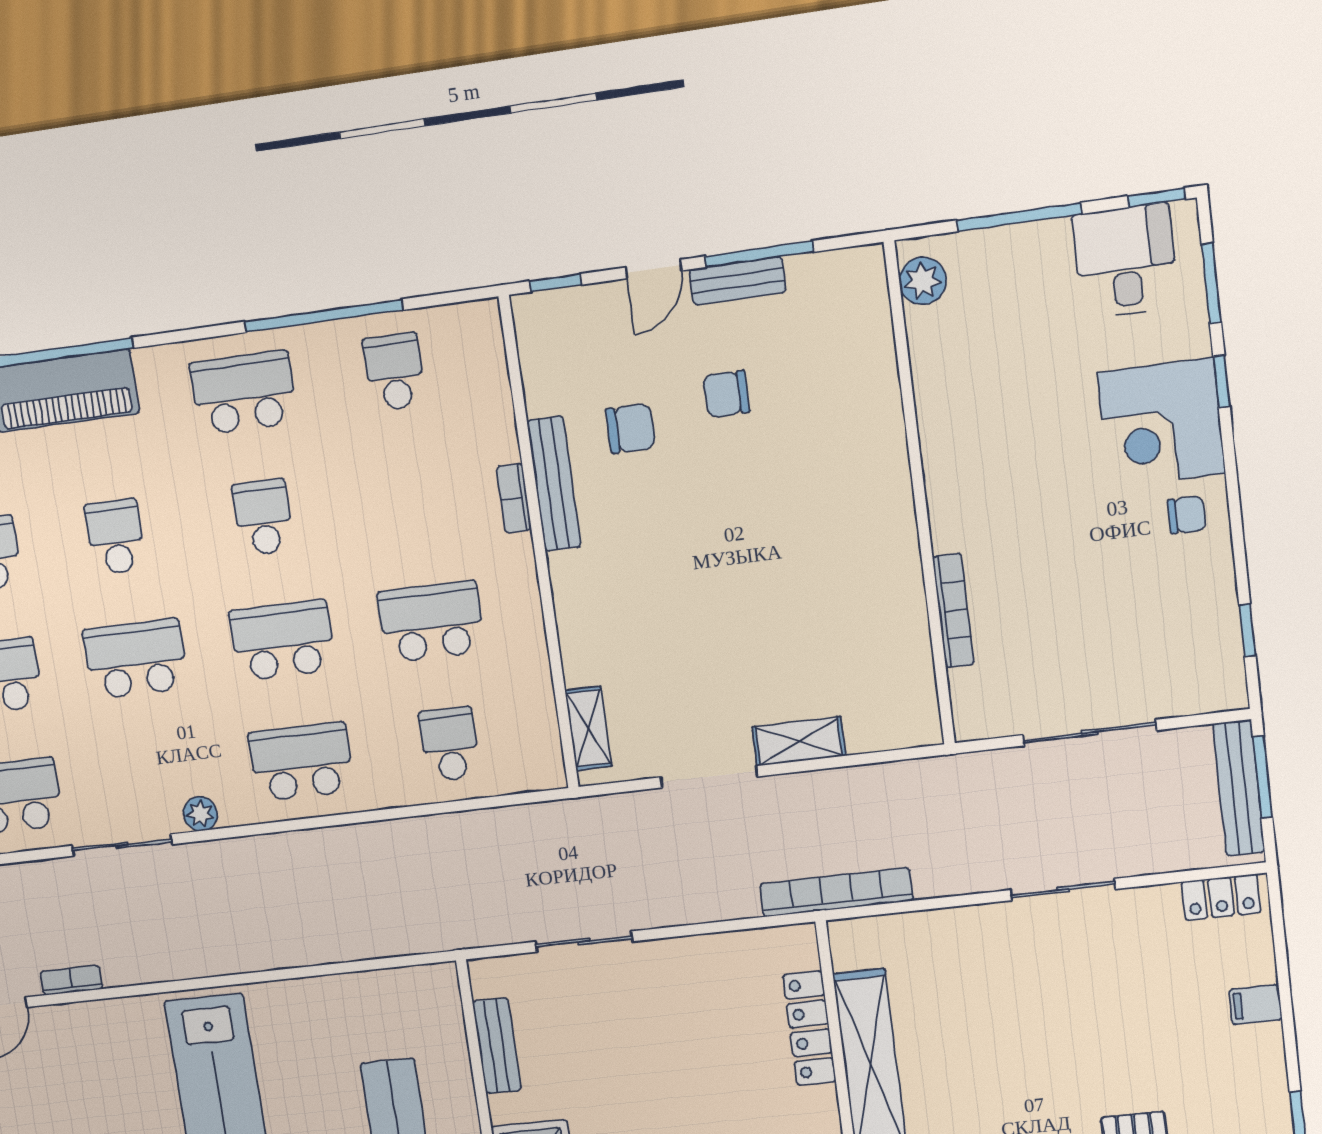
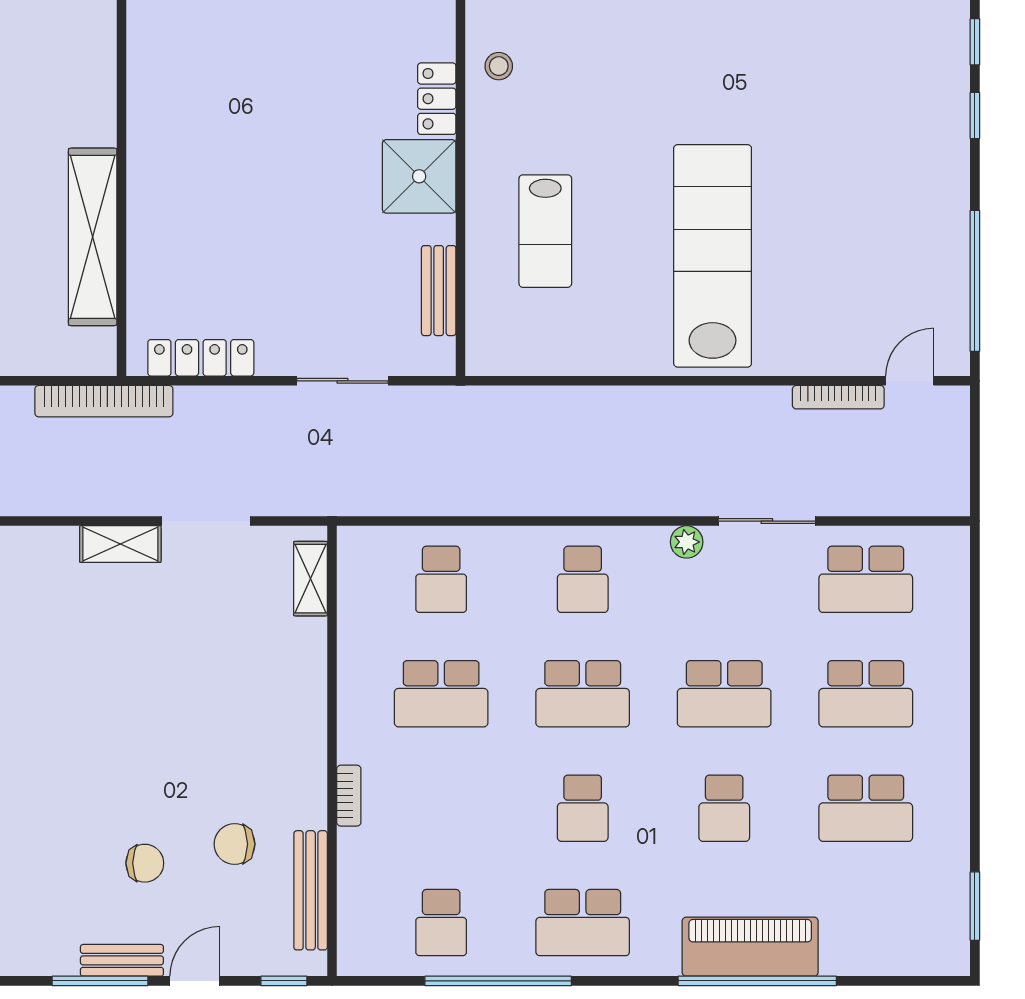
bench: (554, 484) -> (311, 890), moved
school desk: (301, 762) -> (583, 579), width x0.54
bookcase: (71, 980) -> (838, 397), width x1.56
locker: (809, 1028) -> (201, 358), moved, turned -90

